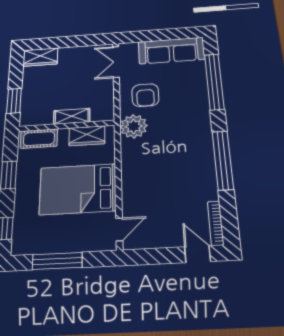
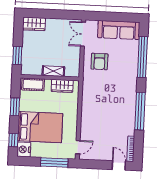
plant: (134, 126) -> (91, 83), removed
bed: (78, 189) -> (40, 127), moved, turned 180
nightstand: (23, 242) -> (24, 149), added
window: (57, 261) -> (54, 162), moved

